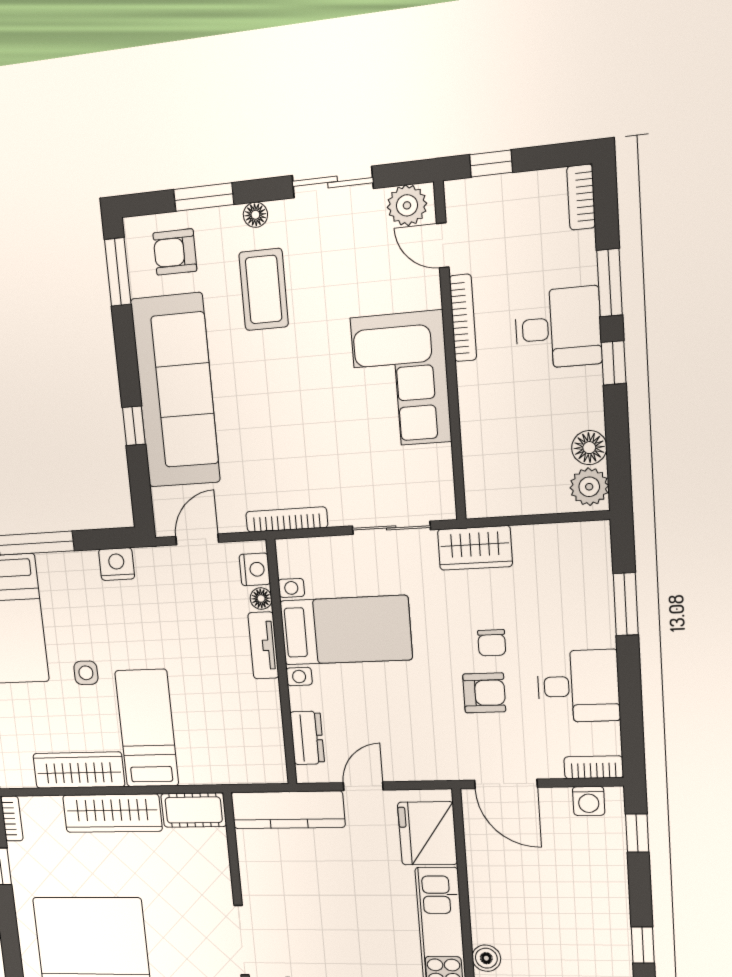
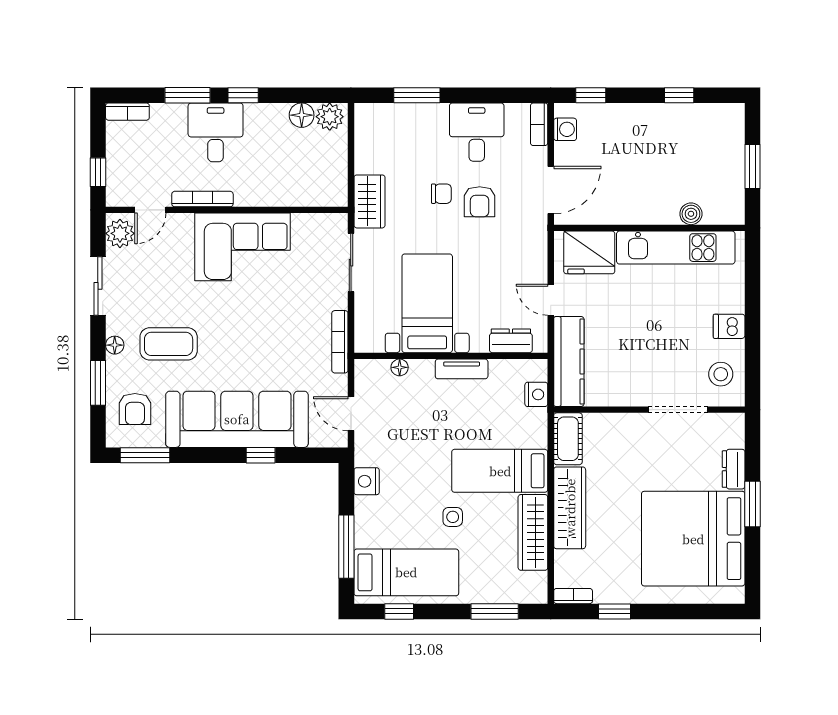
nightstand: (255, 569) -> (536, 394), moved, turned 90
tv unit: (263, 645) -> (462, 369), moved
armchair: (484, 693) -> (480, 202), turned 180

